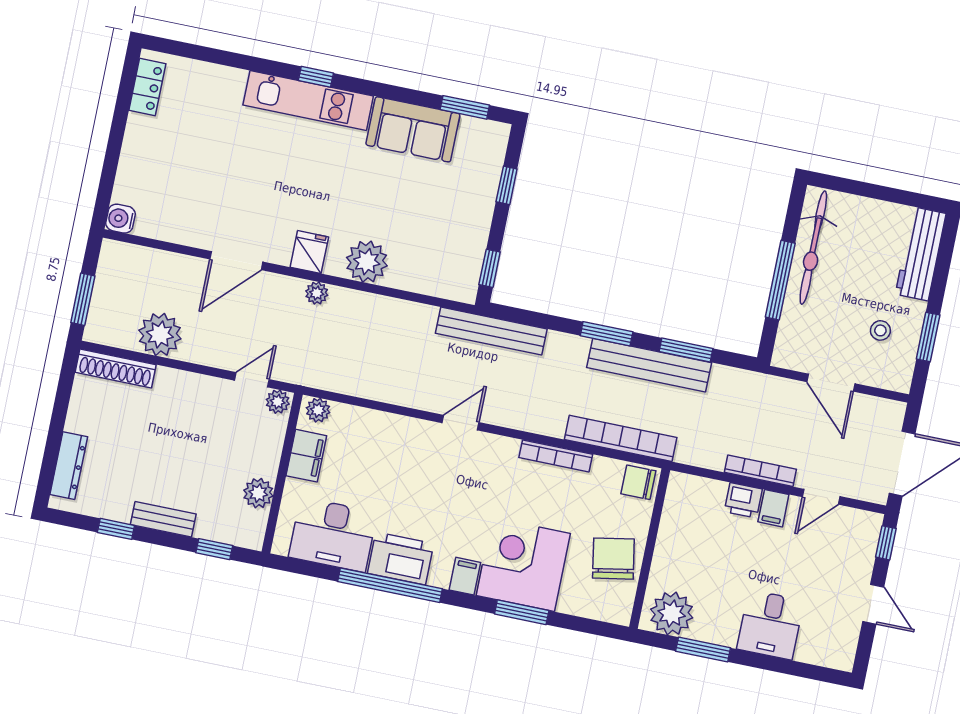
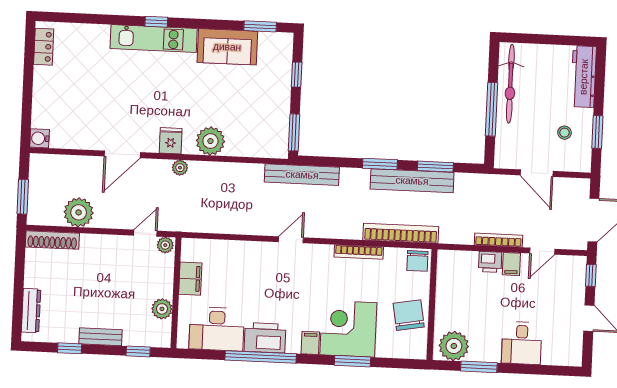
window: (490, 268) -> (294, 132), width x1.50
plant: (318, 410) -> (193, 247), removed
chair: (638, 482) -> (417, 261), turned -90

